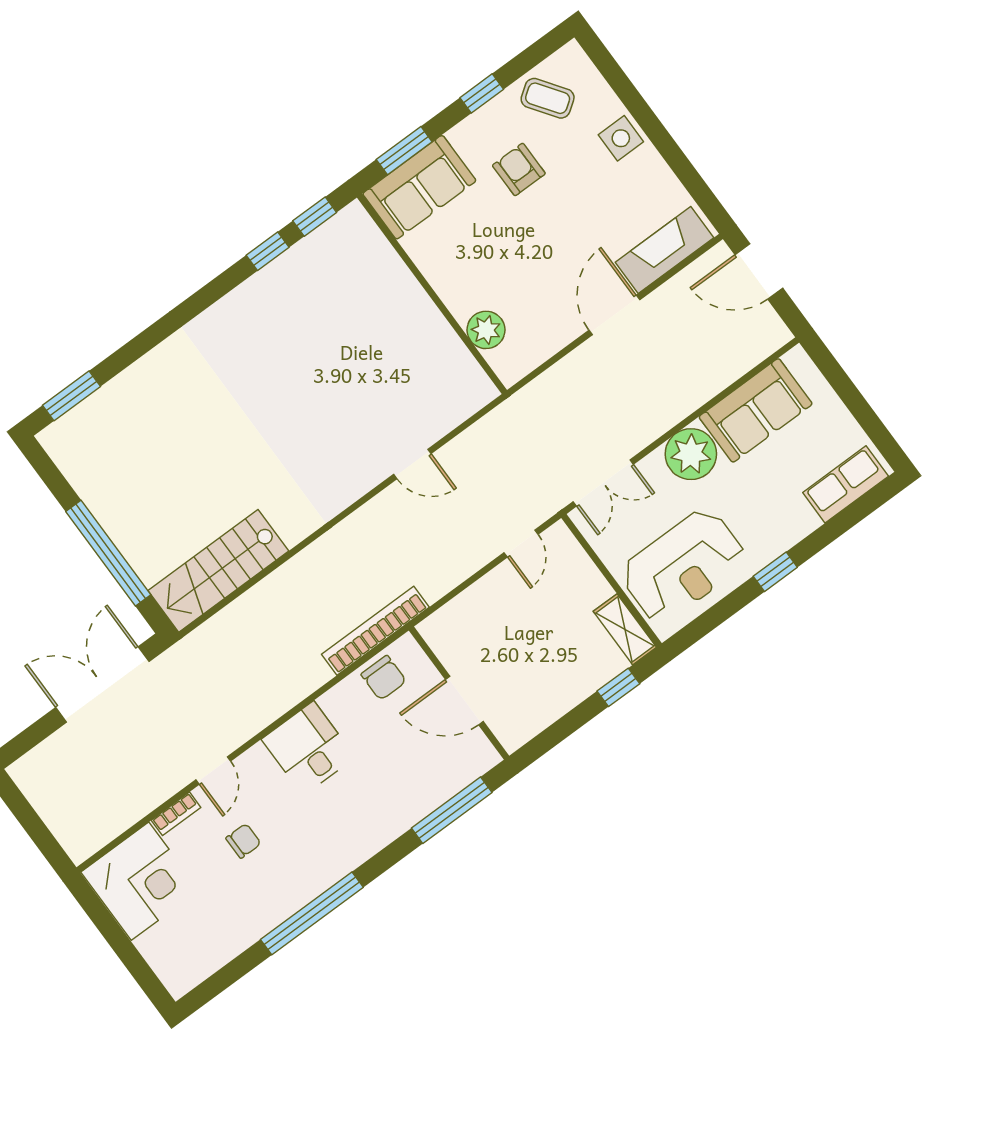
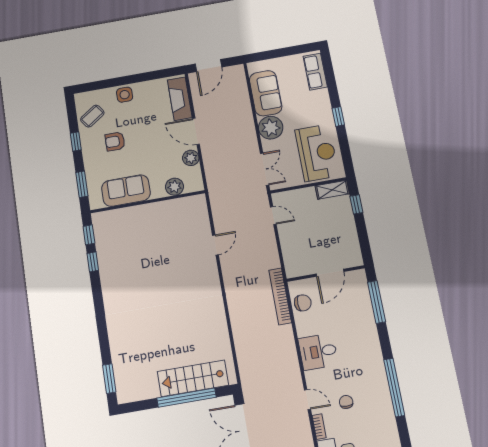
sofa: (419, 187) -> (126, 191), moved, turned -90
plant: (557, 332) -> (191, 158), added
stairs: (218, 571) -> (193, 378), moved, turned 90

